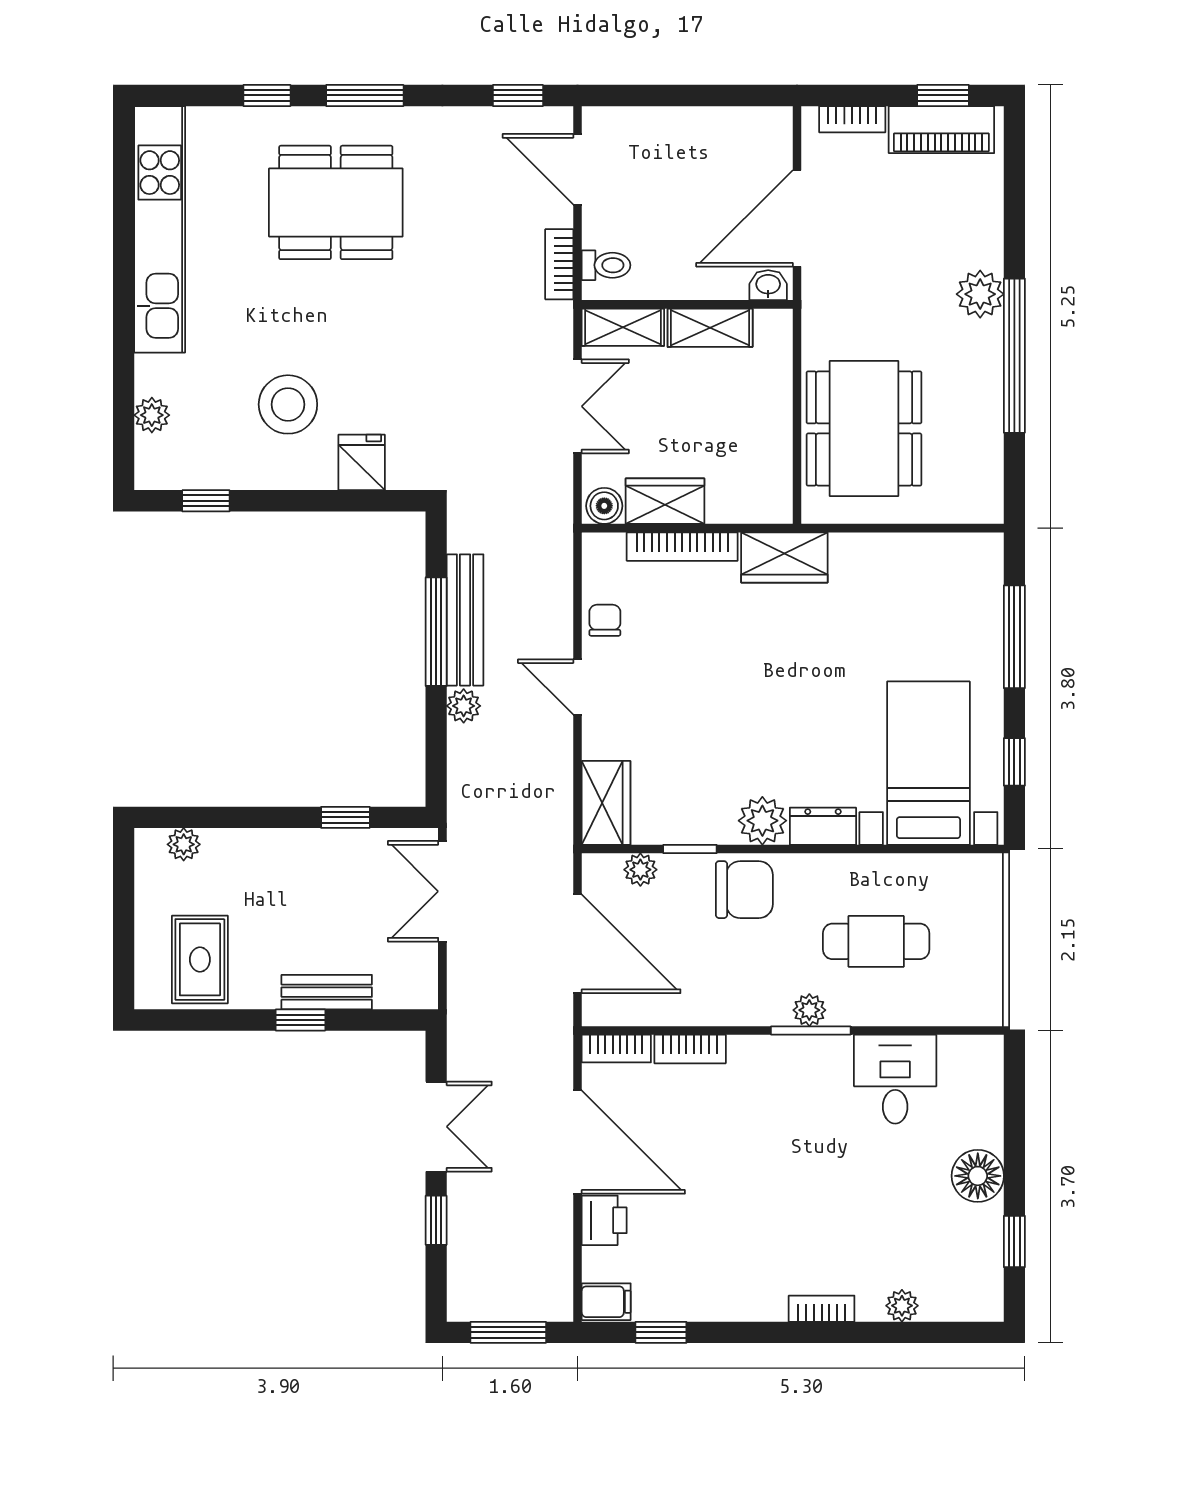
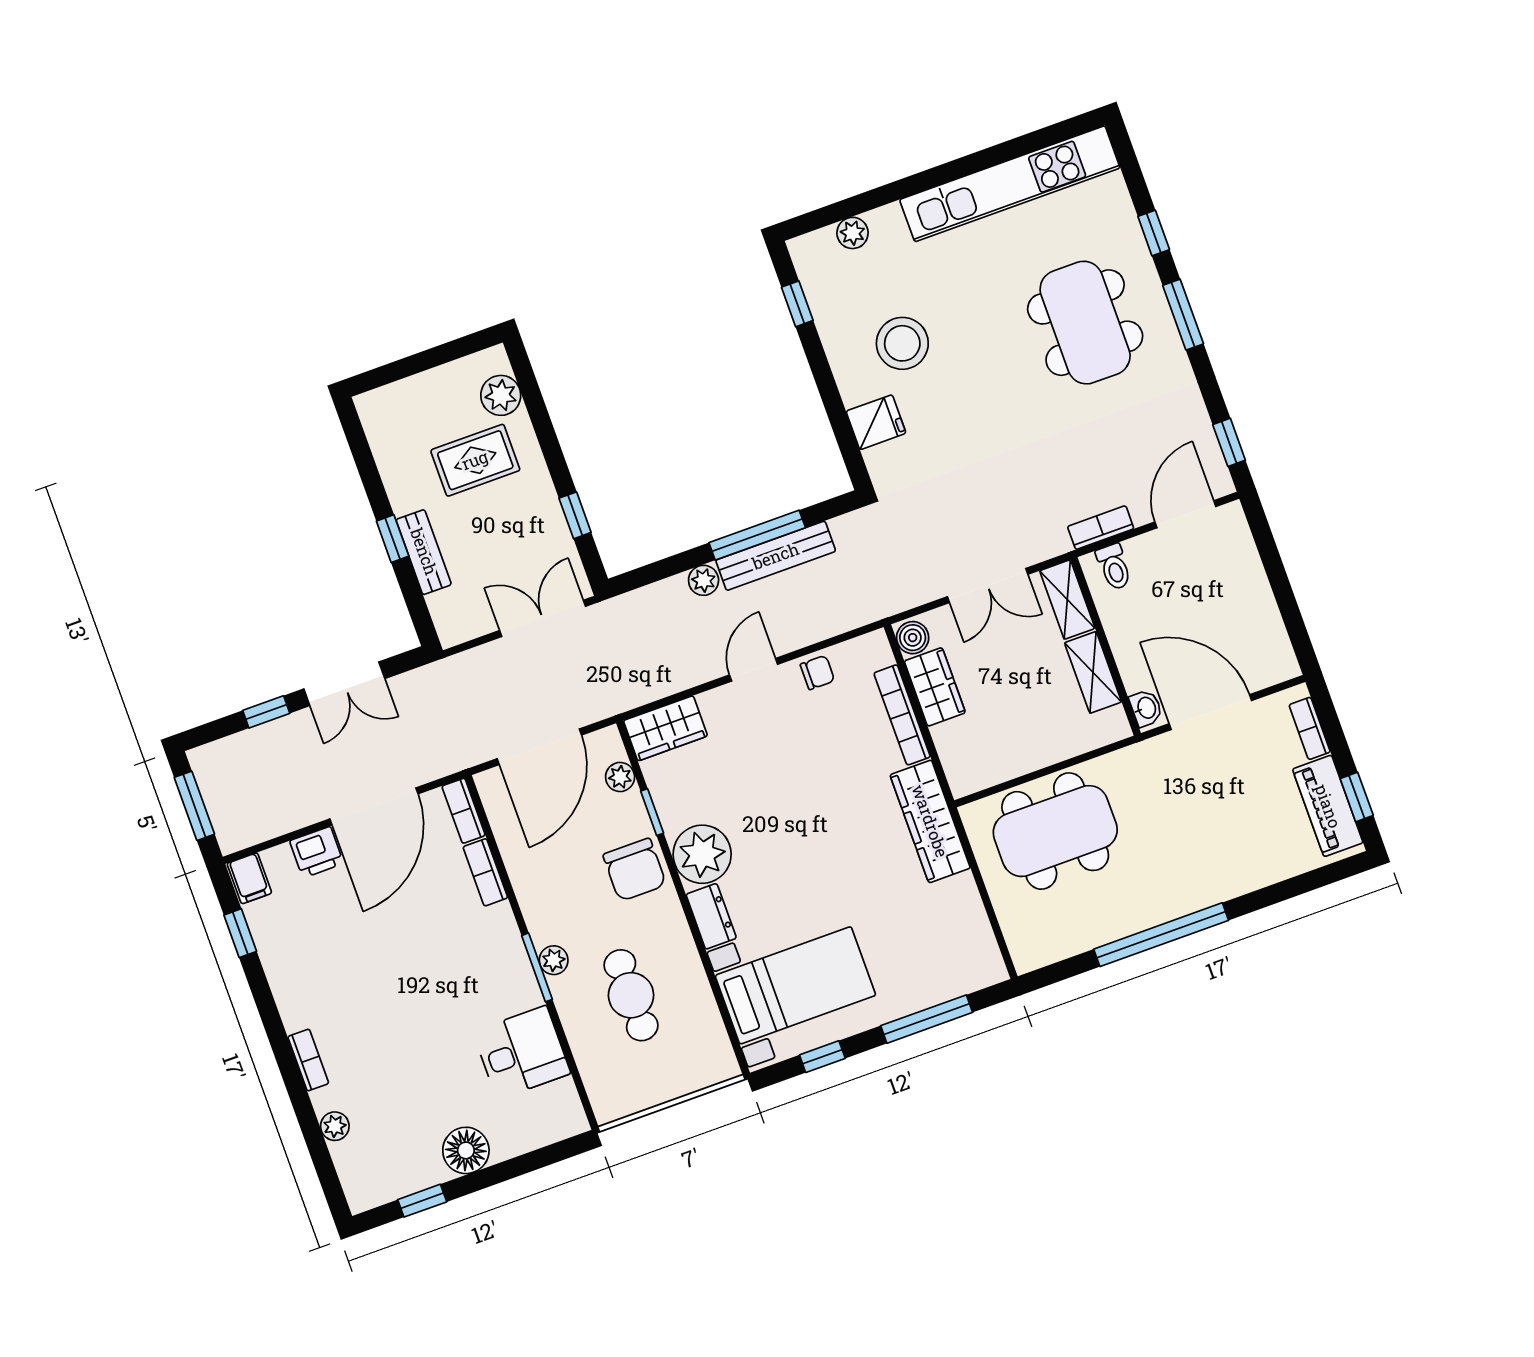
plant: (980, 294) -> (1202, 888), removed
wardrobe: (784, 558) -> (930, 821), width x1.50
plant: (762, 821) -> (702, 854), width x1.36, depth x1.36
plant: (184, 844) -> (501, 395), width x1.38, depth x1.38
rug: (200, 959) -> (475, 460), moved

